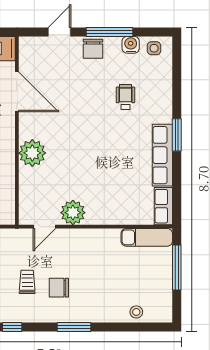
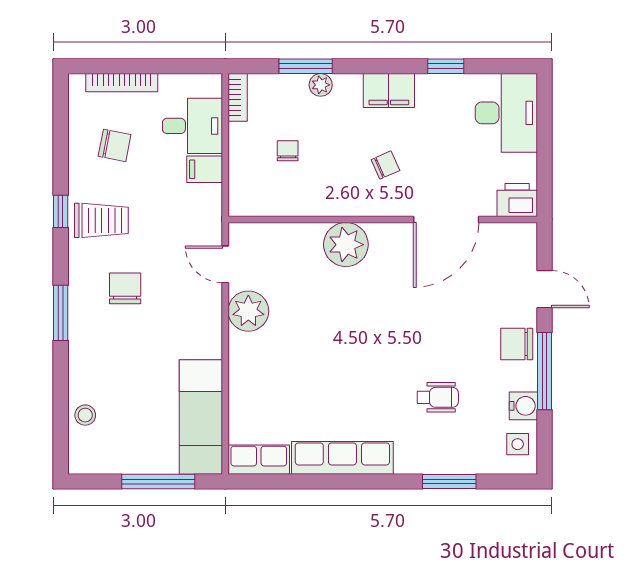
window: (177, 135) -> (449, 481), moved
exam couch: (147, 237) -> (201, 417), width x1.36, depth x1.45
trolley: (27, 282) -> (101, 220), moved, width x1.36, depth x1.39

